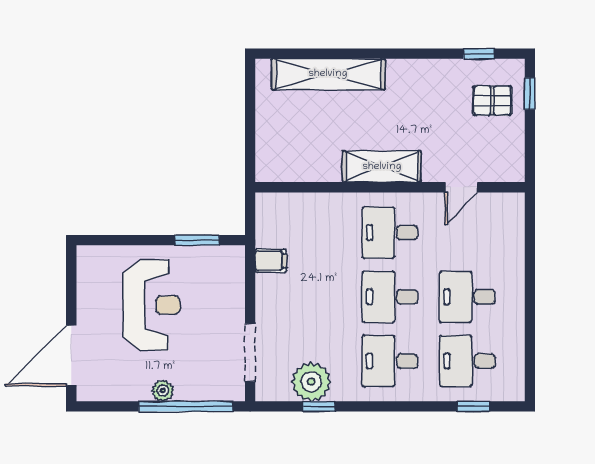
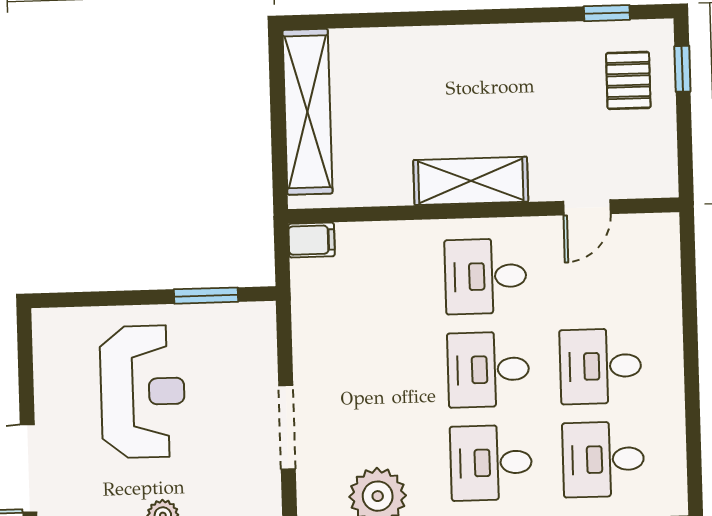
shelving: (328, 74) -> (307, 112), moved, turned 90
pallet: (492, 101) -> (628, 80), turned 90
filing cabinet: (271, 261) -> (312, 240), moved
doorway: (250, 353) -> (287, 427), moved

